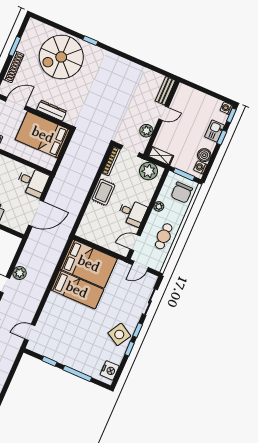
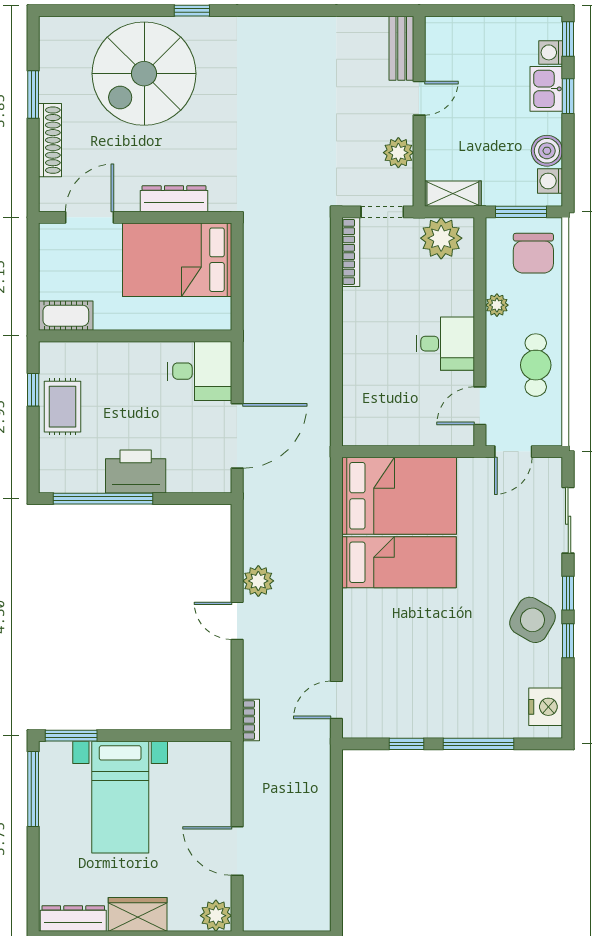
washing machine: (227, 108) -> (551, 52), moved
rug: (104, 192) -> (364, 327), removed

